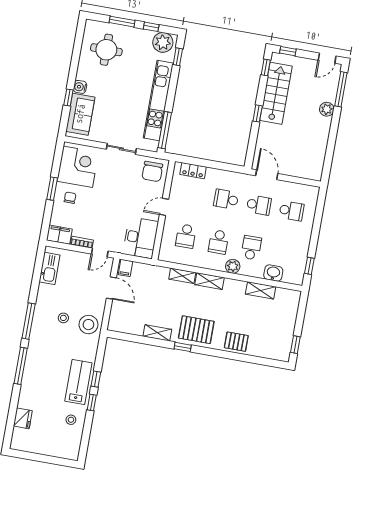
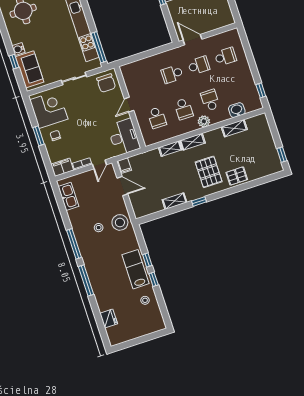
locker: (193, 171) -> (136, 66), removed
pallet: (196, 330) -> (209, 172), moved, turned 90

